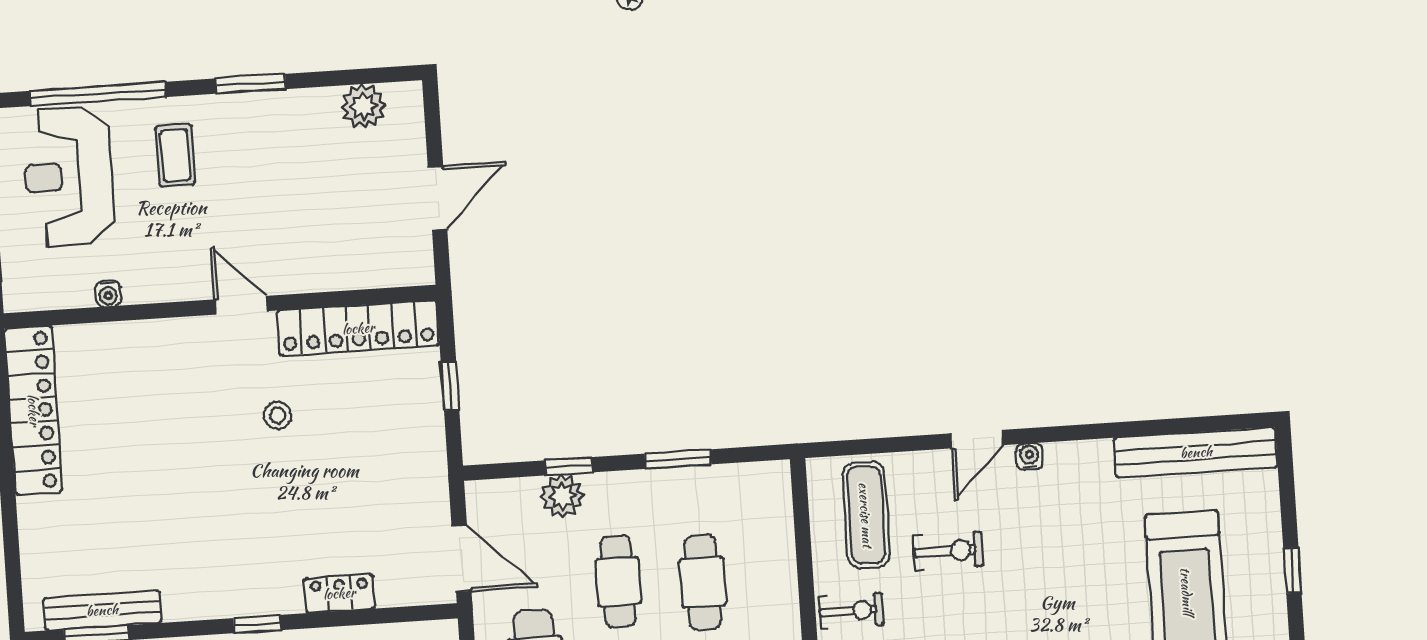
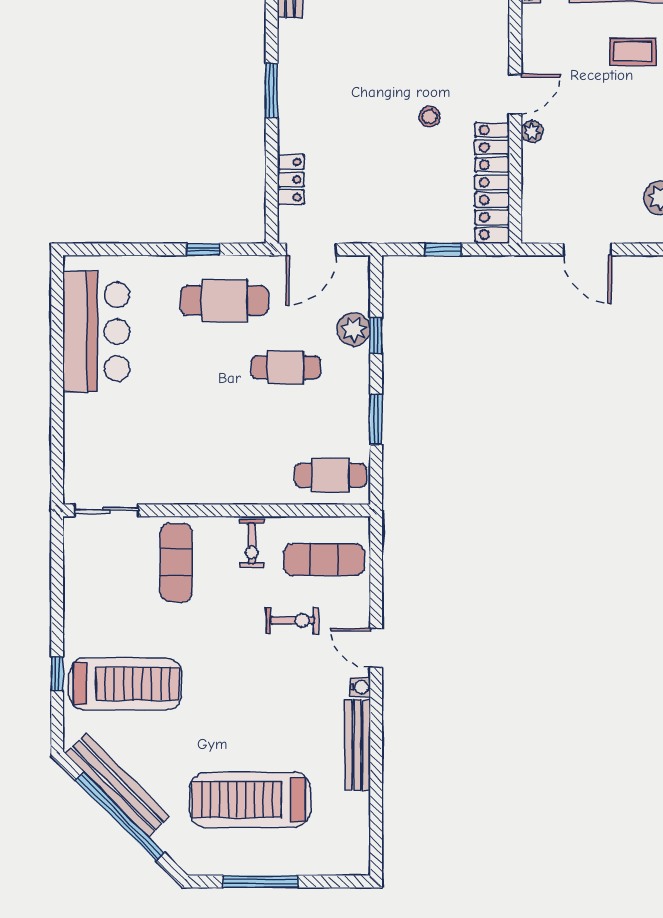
plant: (288, 280) -> (532, 131), added
bench: (1196, 452) -> (358, 745), moved, width x0.73, depth x0.82
exercise bike: (948, 551) -> (292, 620), turned -90
window: (1292, 570) -> (260, 882), width x2.17
cafe table: (703, 582) -> (331, 475), moved
locker: (339, 593) -> (291, 180), moved
window: (257, 624) -> (272, 91), width x1.50

